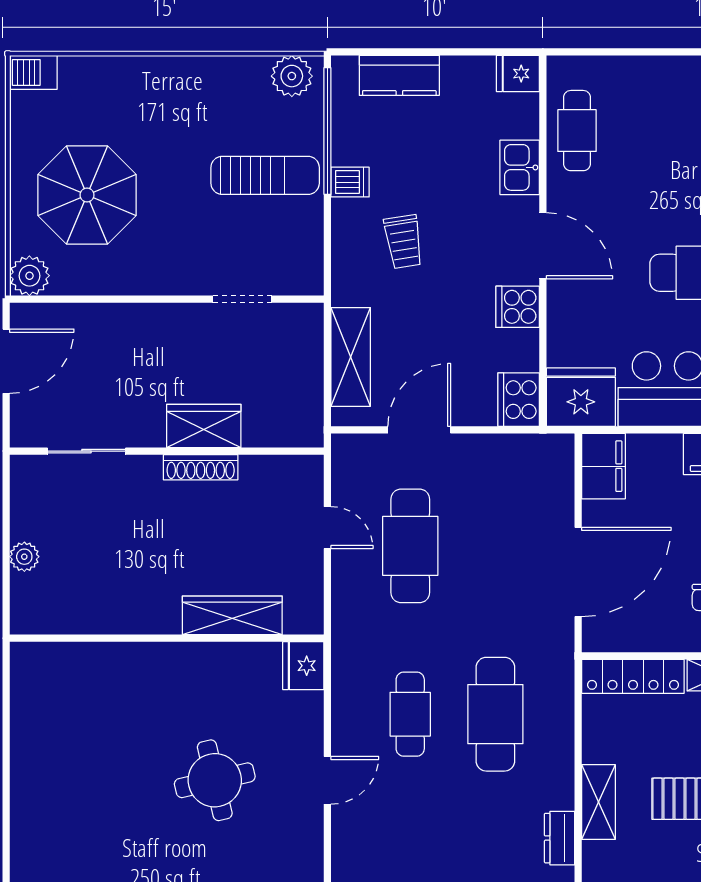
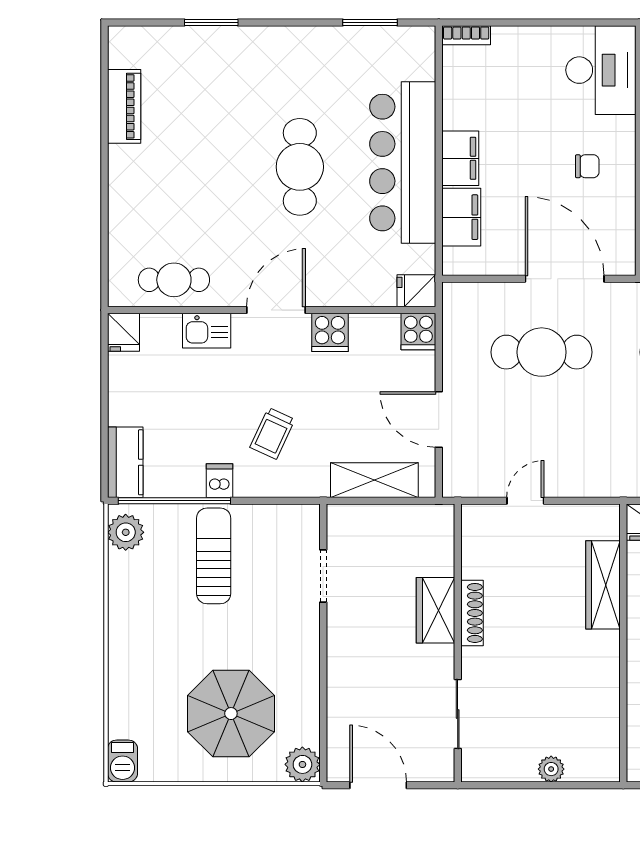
kitchen counter: (399, 75) -> (125, 462), moved
trolley: (404, 242) -> (272, 433), turned 124
fridge: (581, 397) -> (416, 291), width x0.53, depth x0.75
cooker: (519, 400) -> (418, 331), width x0.73
filing cabinet: (604, 466) -> (461, 217), moved, turned 90
cafe table: (410, 546) -> (542, 352), moved

